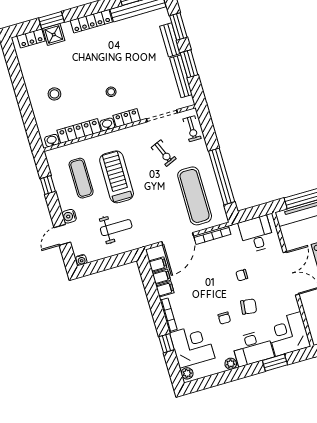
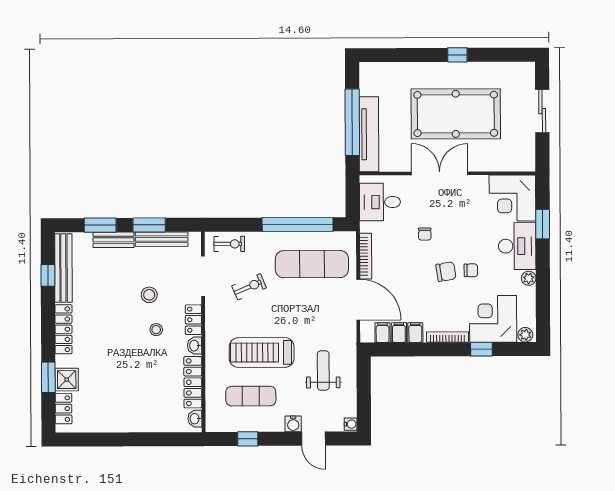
stool: (54, 94) -> (149, 295), moved
chair: (249, 307) -> (446, 272), moved, turned 74

